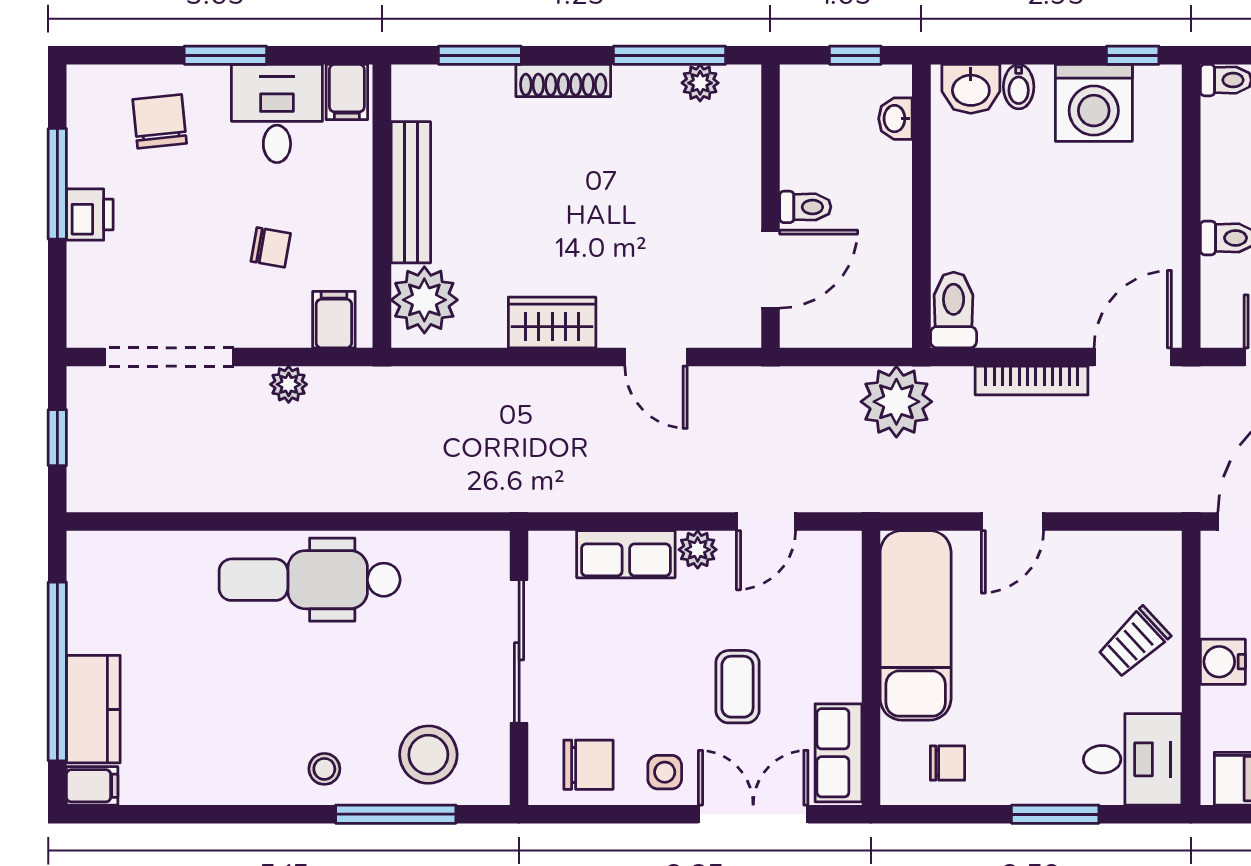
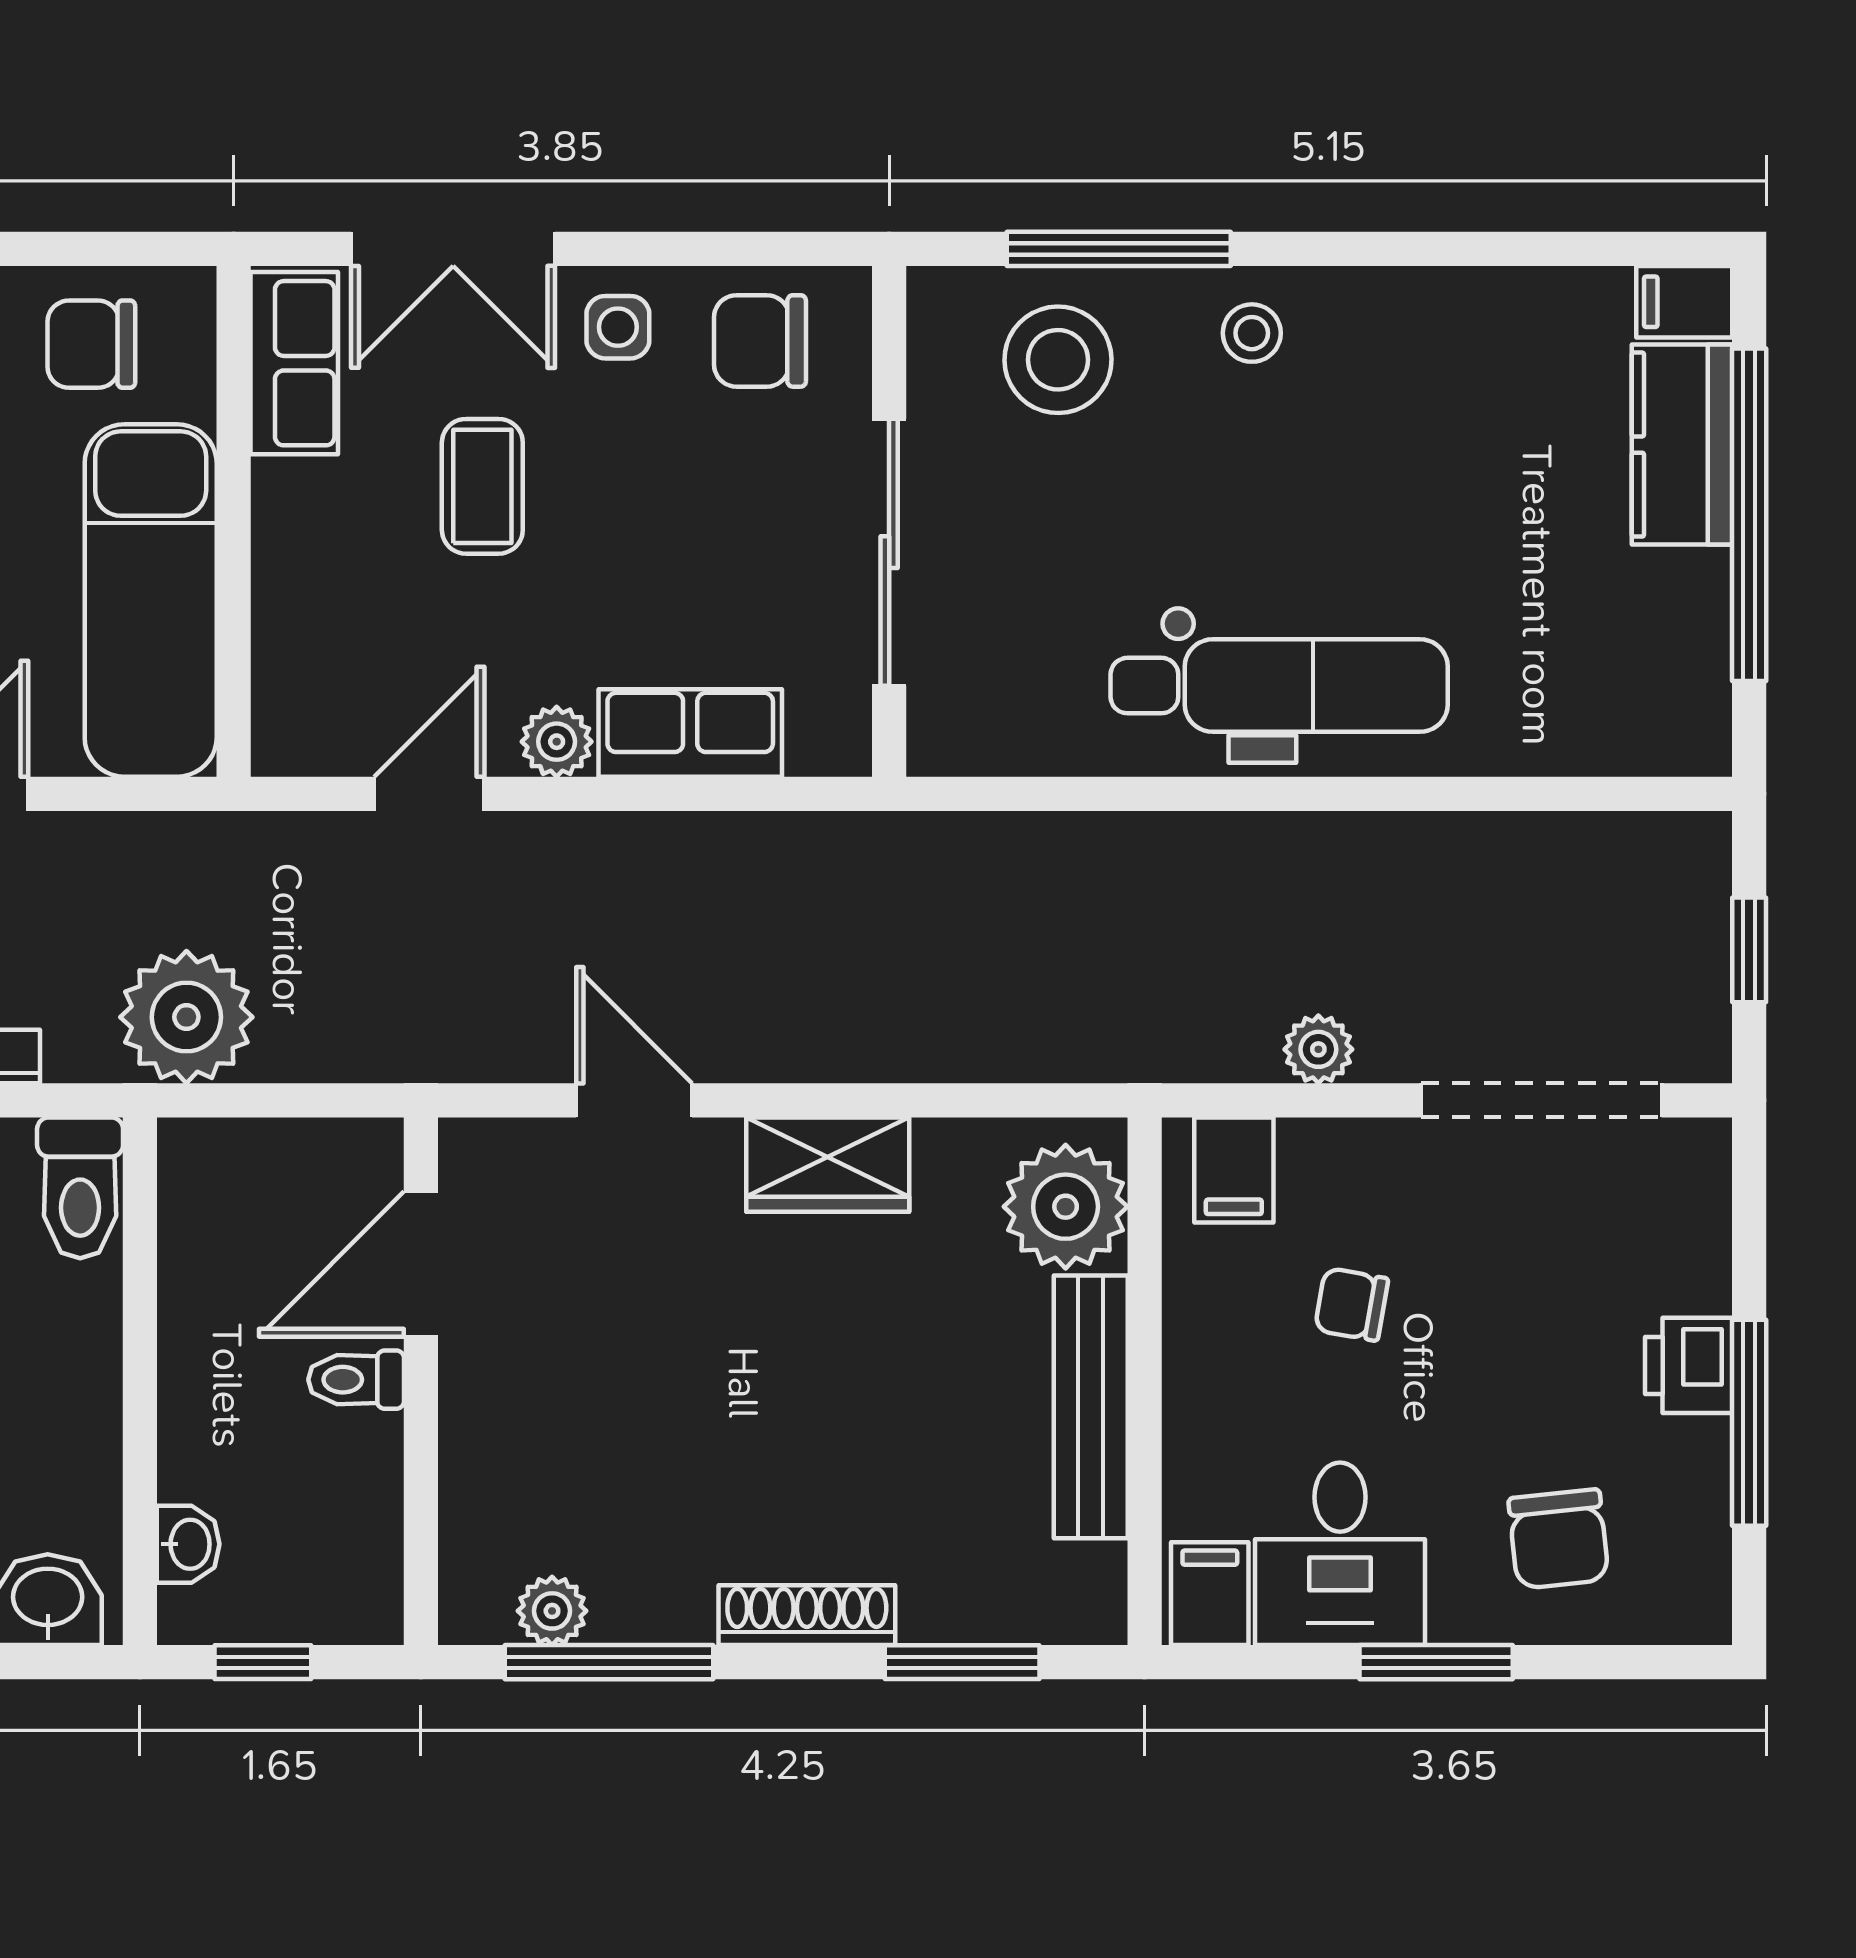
chair: (947, 763) -> (91, 344), width x1.37, depth x1.37

